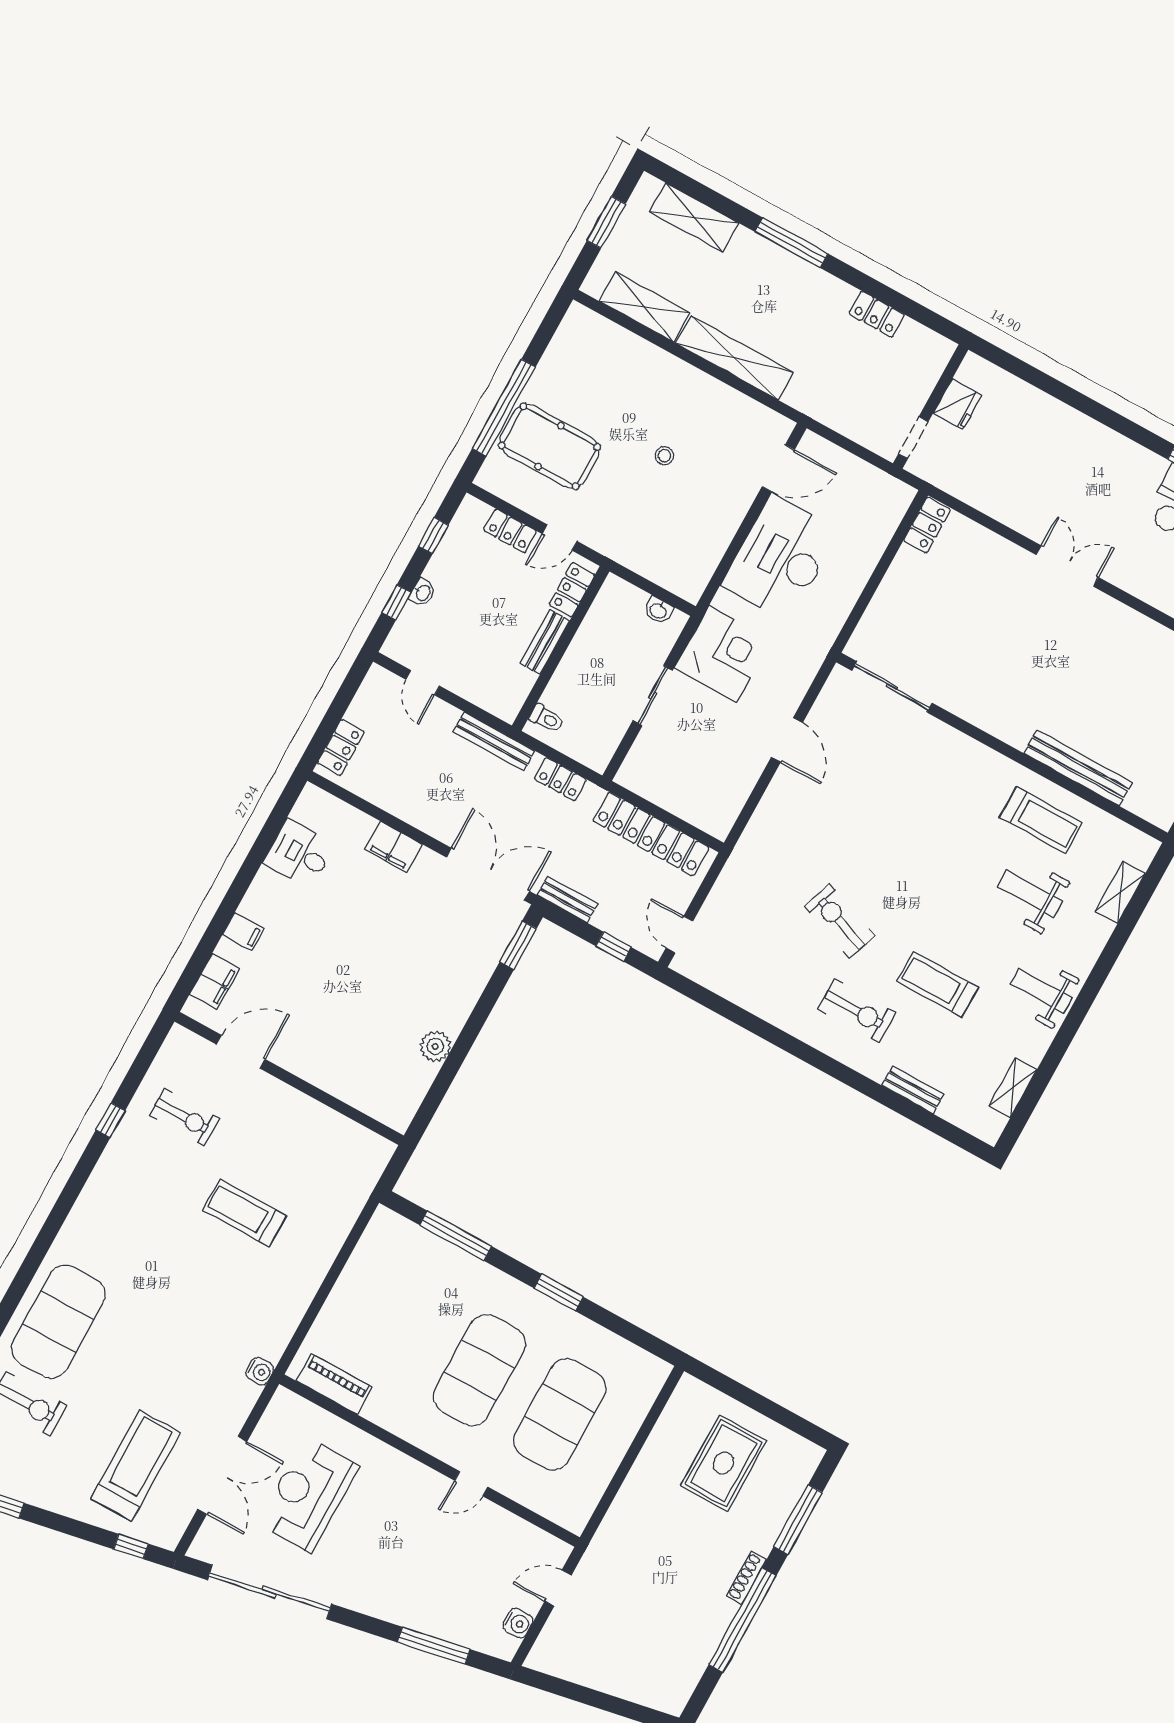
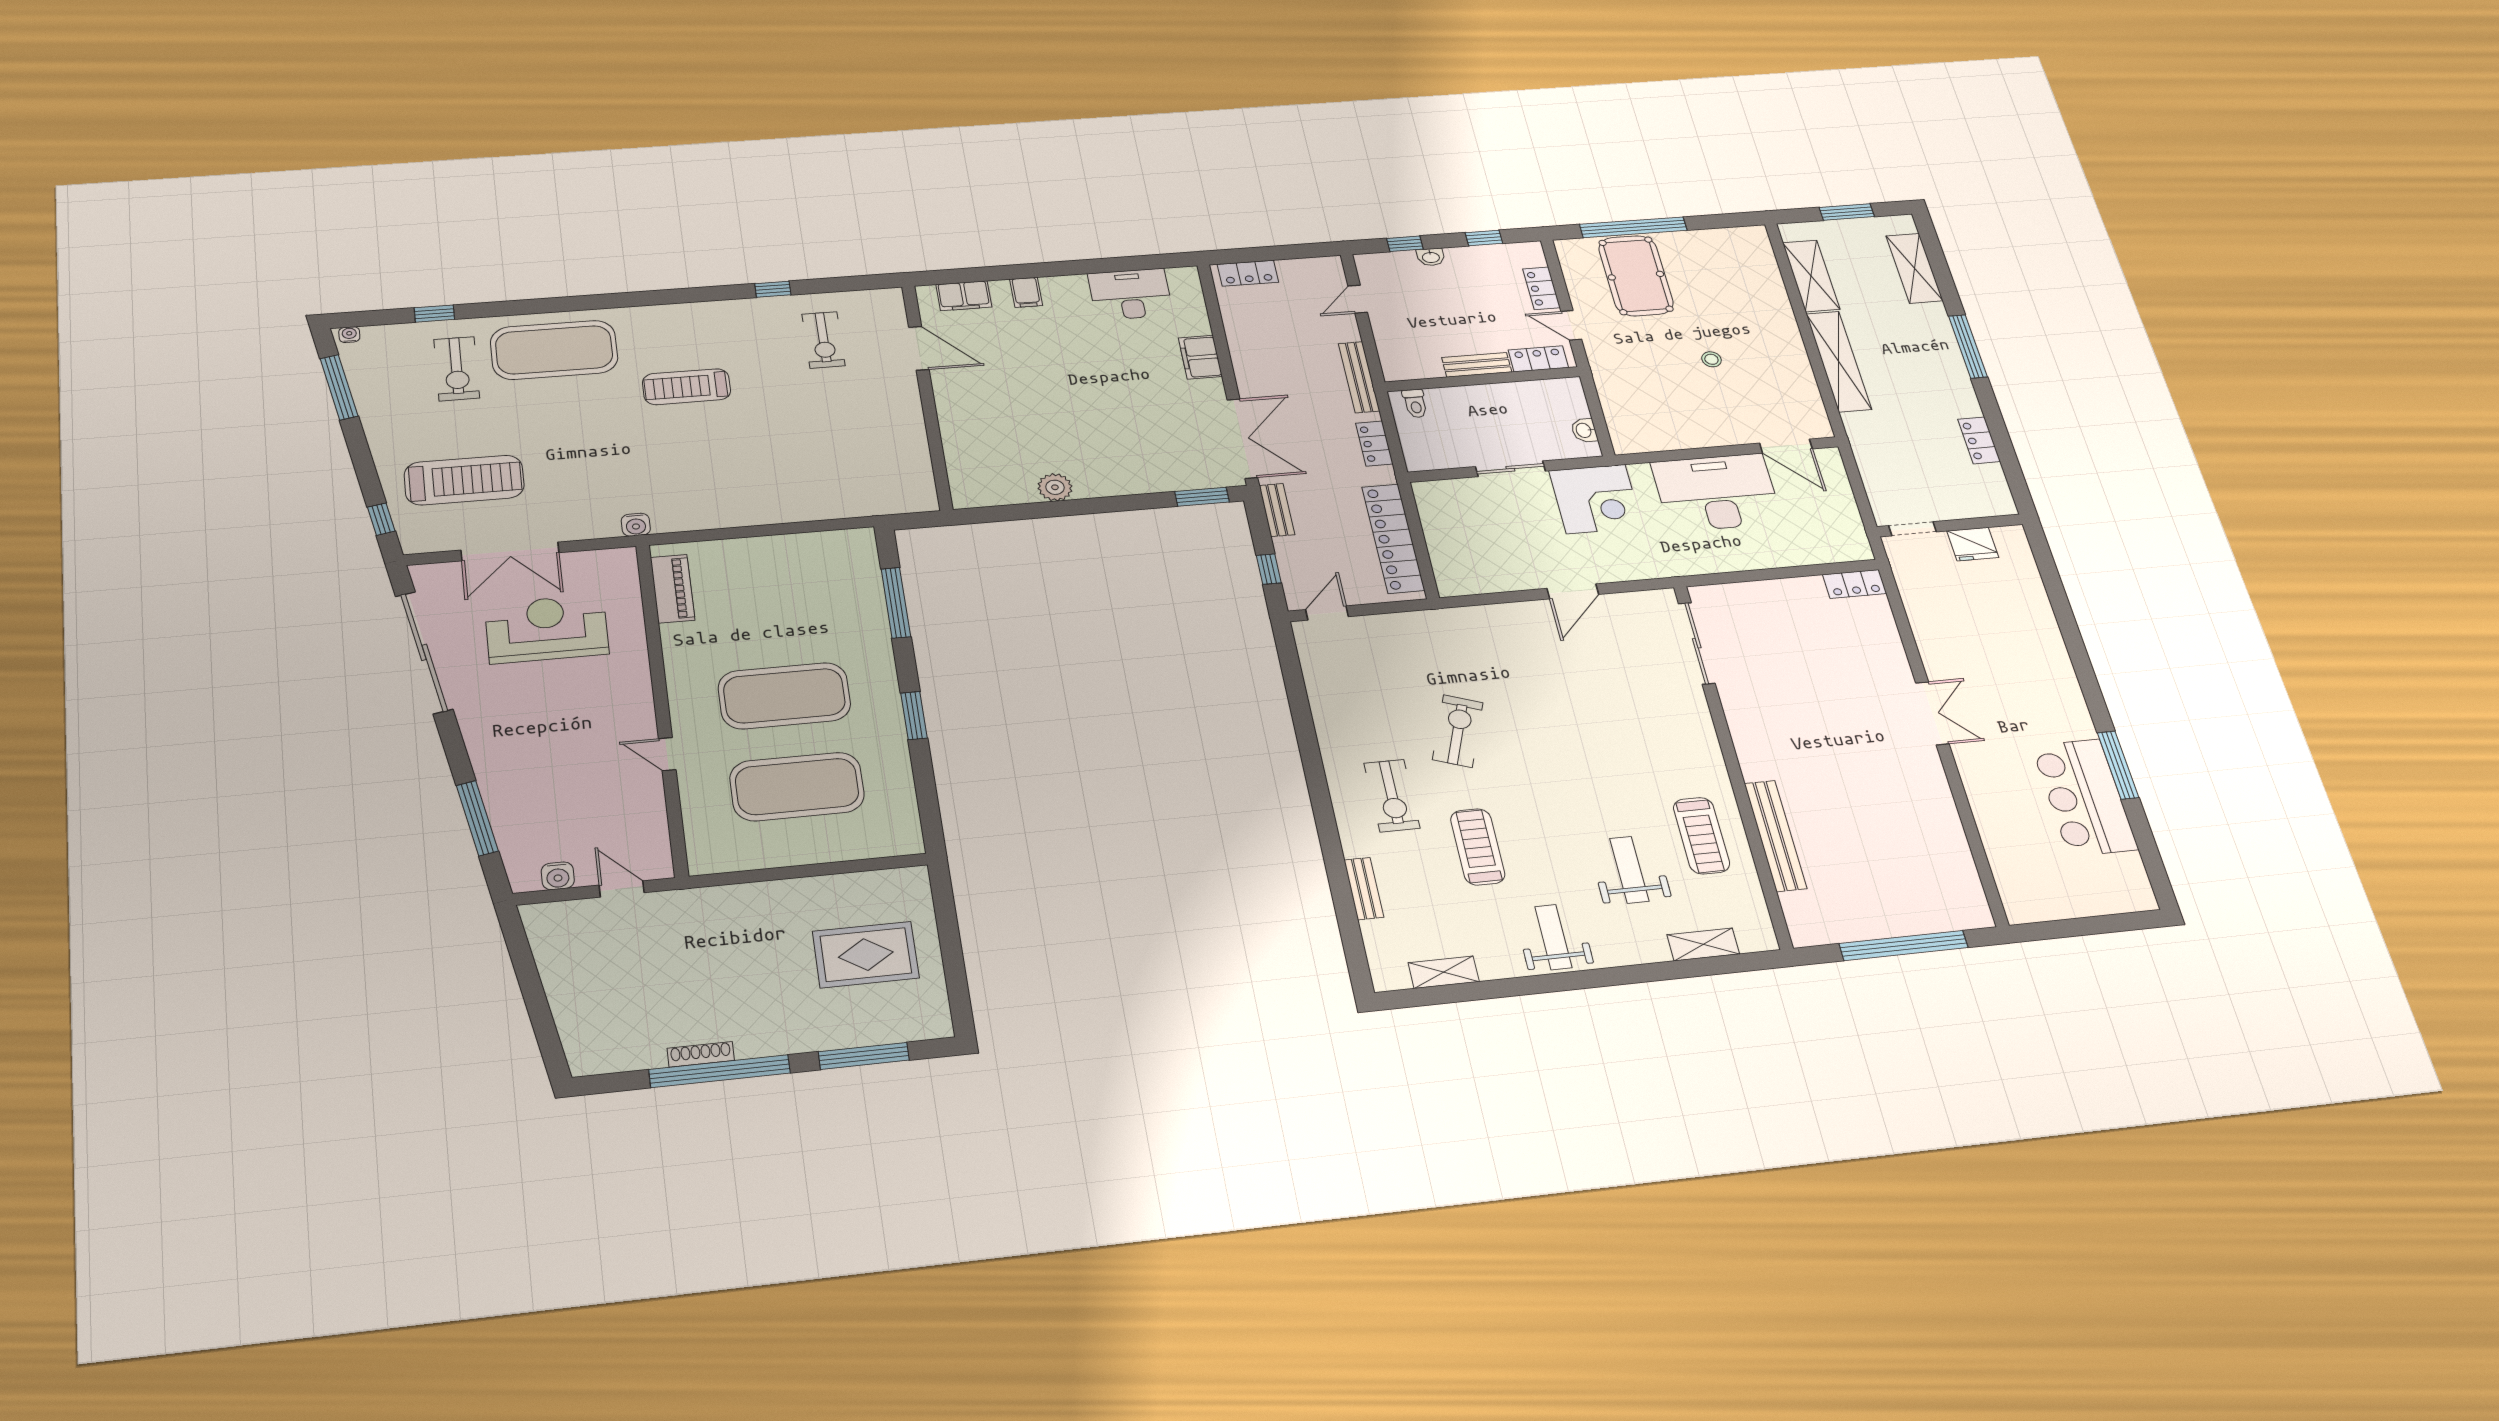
desk: (299, 854) -> (1130, 294), width x1.37
treadmill: (245, 1213) -> (687, 387), moved, turned -90
shoe rack: (747, 1578) -> (701, 1054), moved

